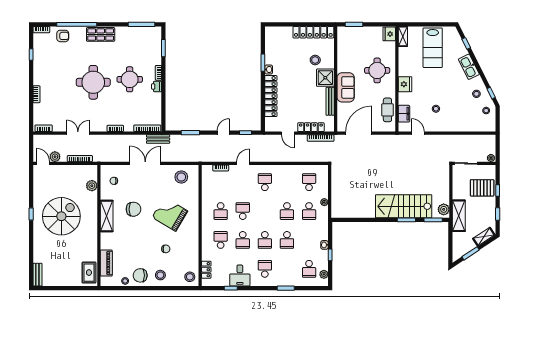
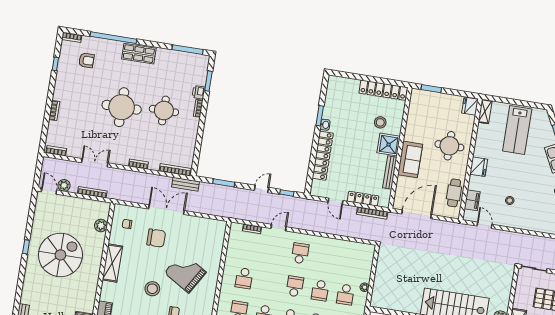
armchair: (63, 36) -> (86, 60), moved
printer: (157, 86) -> (199, 92), moved
stool: (181, 177) -> (152, 289), moved
school desk: (309, 182) -> (351, 261), removed
chair: (134, 209) -> (156, 238), moved
school desk: (243, 211) -> (295, 286), moved

